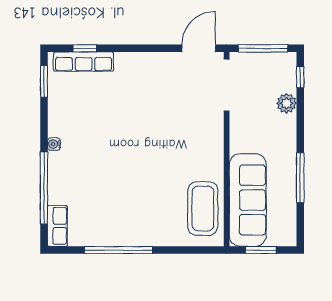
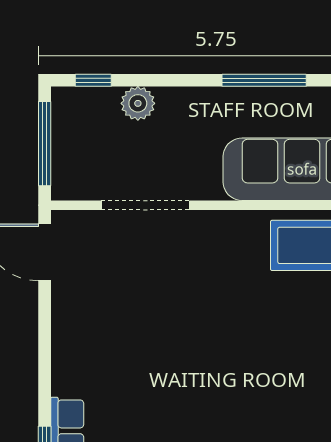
doorway: (227, 85) -> (145, 205), moved

